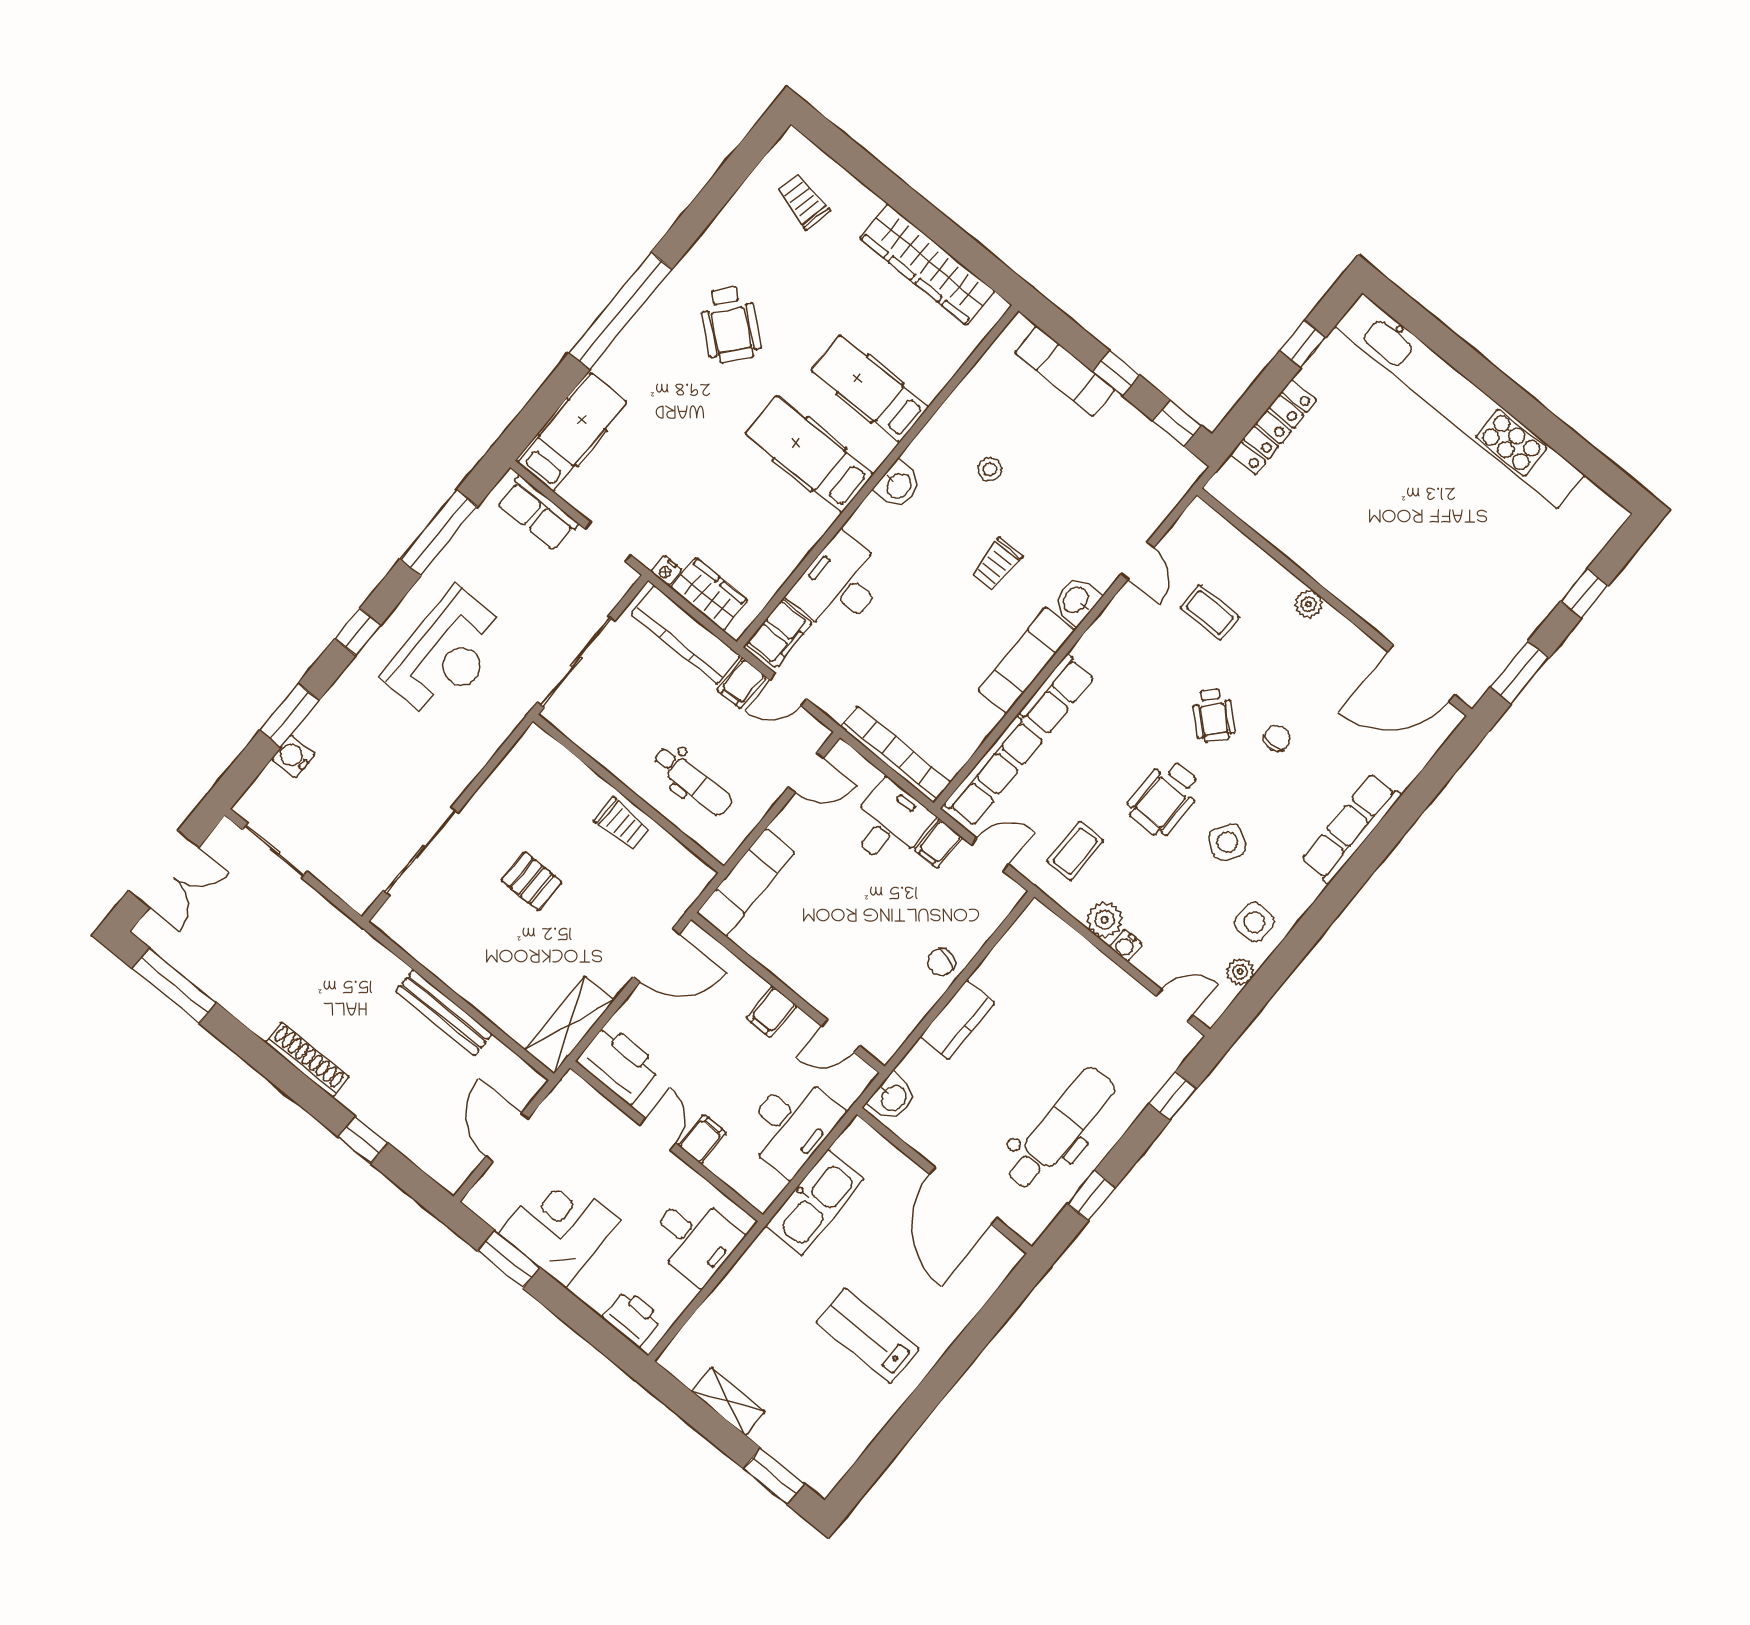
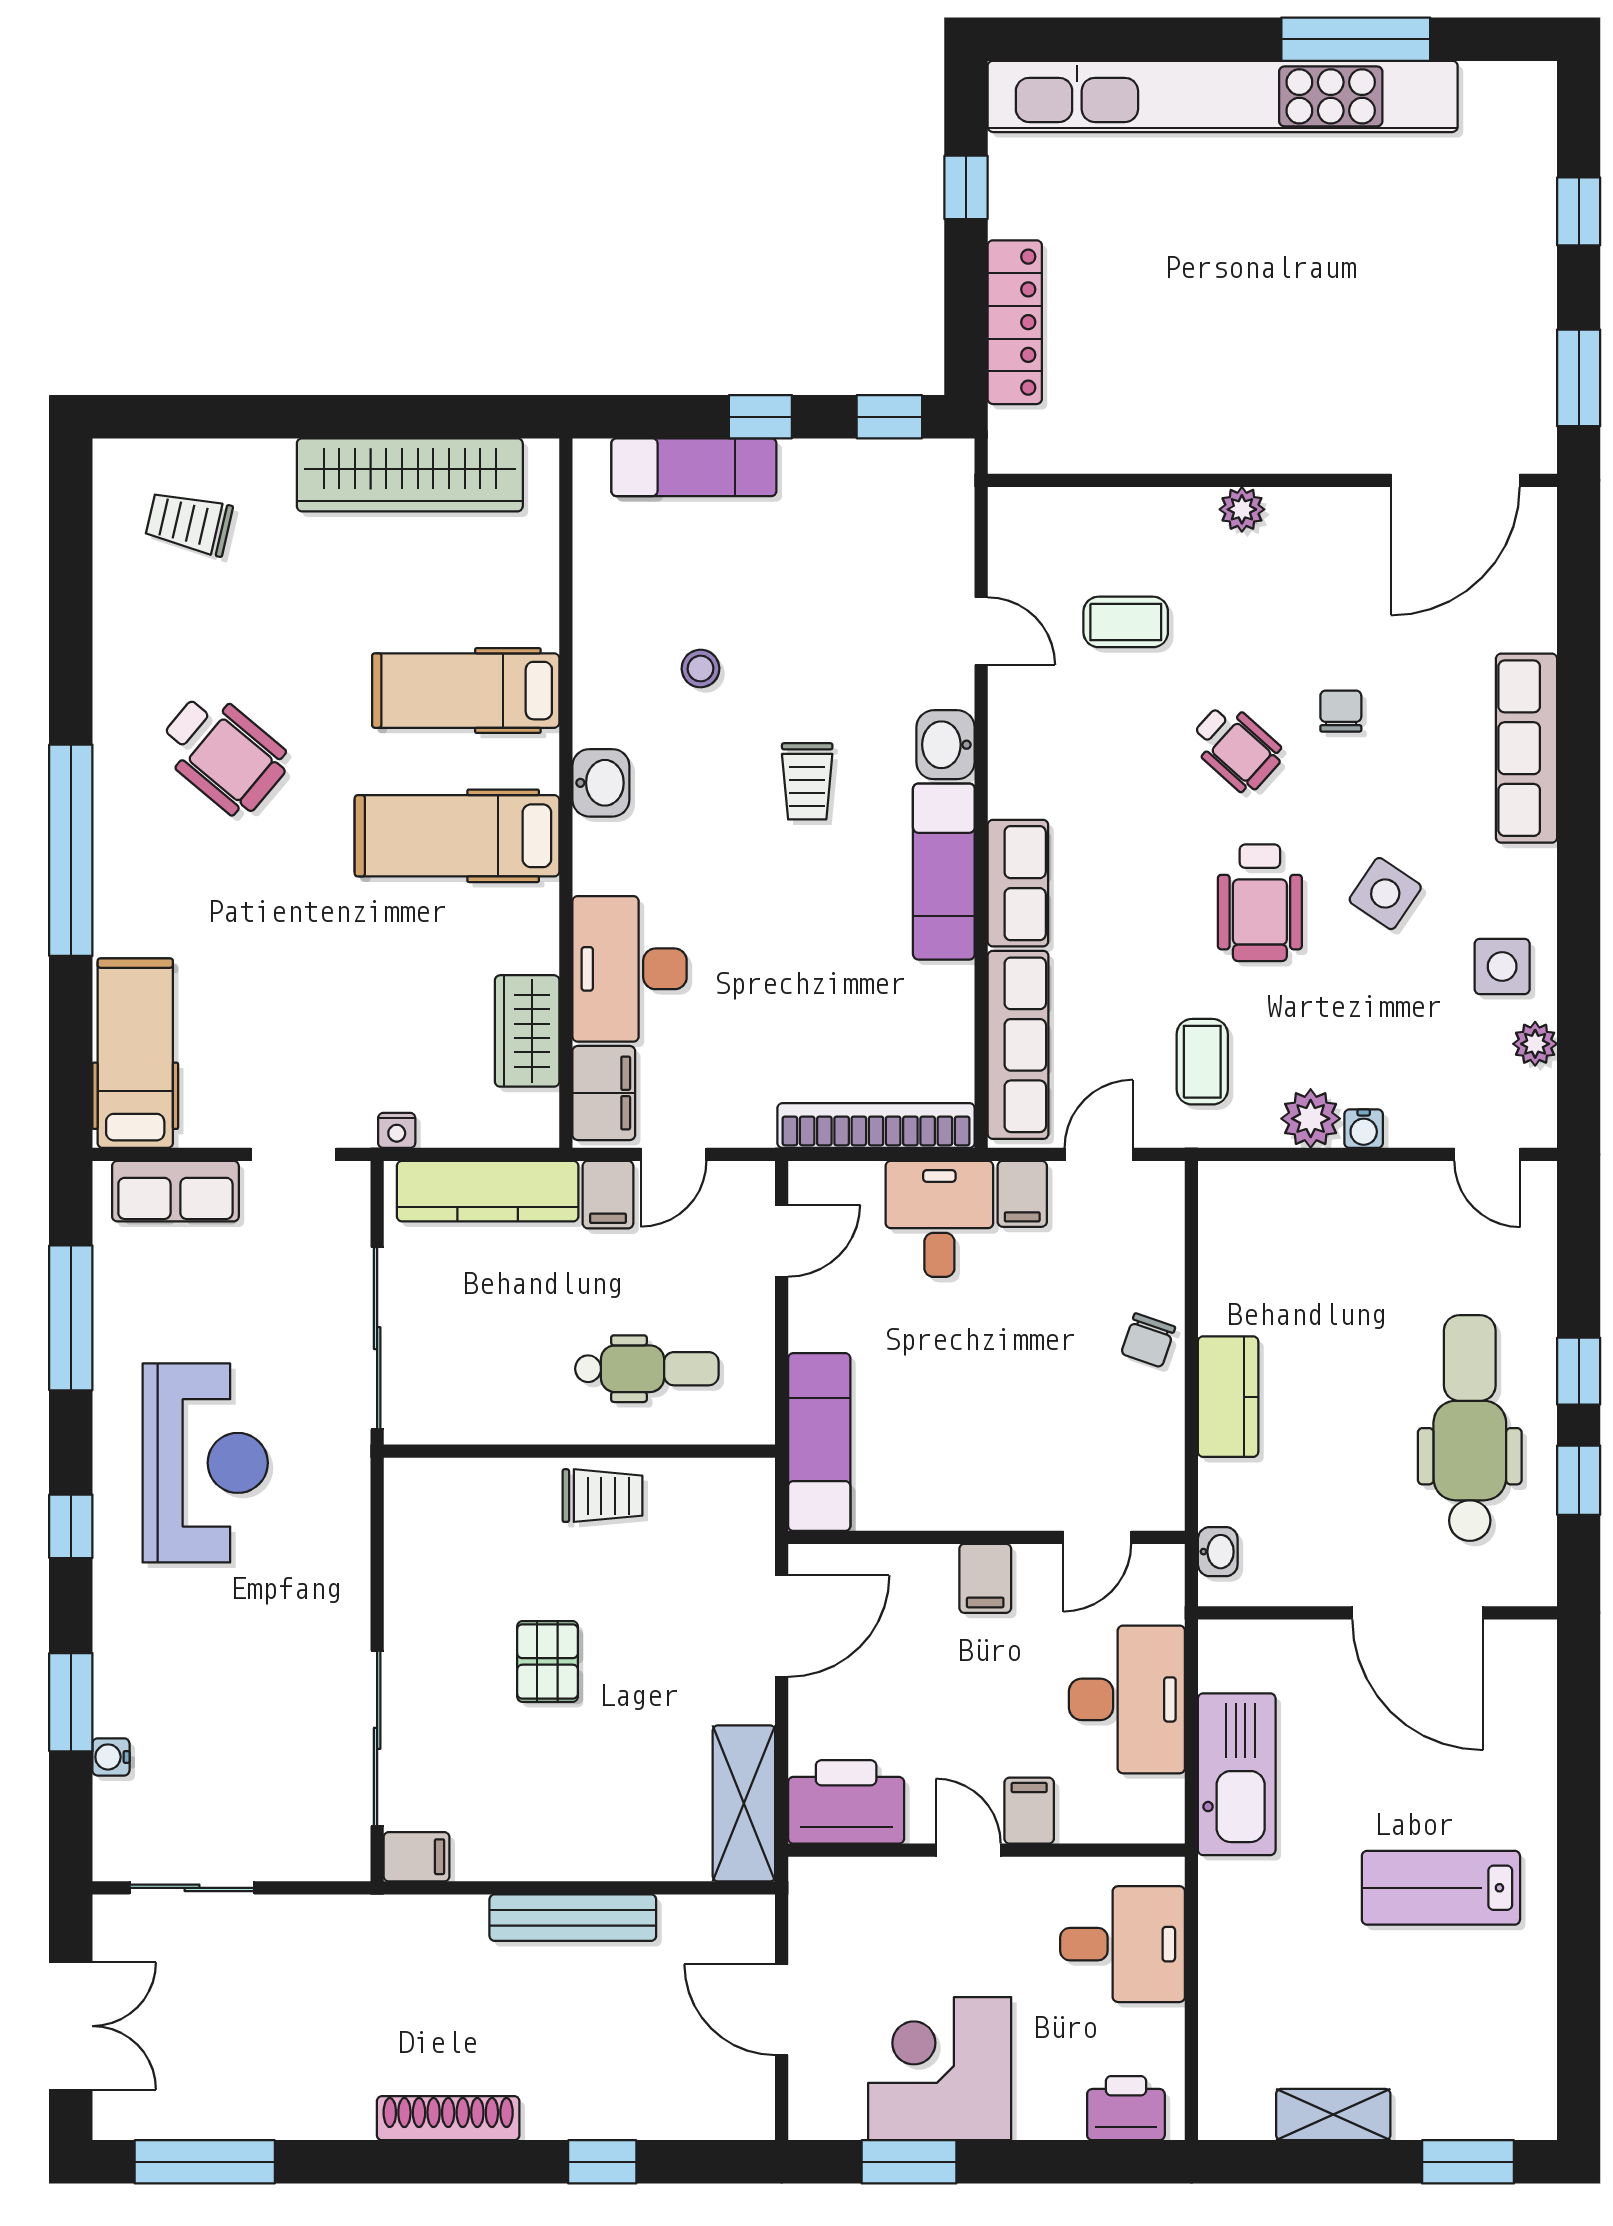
window: (1545, 425) -> (1356, 39), added
wardrobe: (709, 594) -> (527, 1031), moved, turned -90
water cooler: (293, 756) -> (111, 1757), width x0.72, depth x0.72
pallet: (531, 881) -> (548, 1661), turned 90
filing cabinet: (393, 923) -> (417, 1857), added
door: (1174, 1006) -> (1487, 1154), swing flipped
window: (1173, 1096) -> (1579, 1371), moved
washbasin: (893, 1097) -> (1218, 1552), width x0.72, depth x0.69

